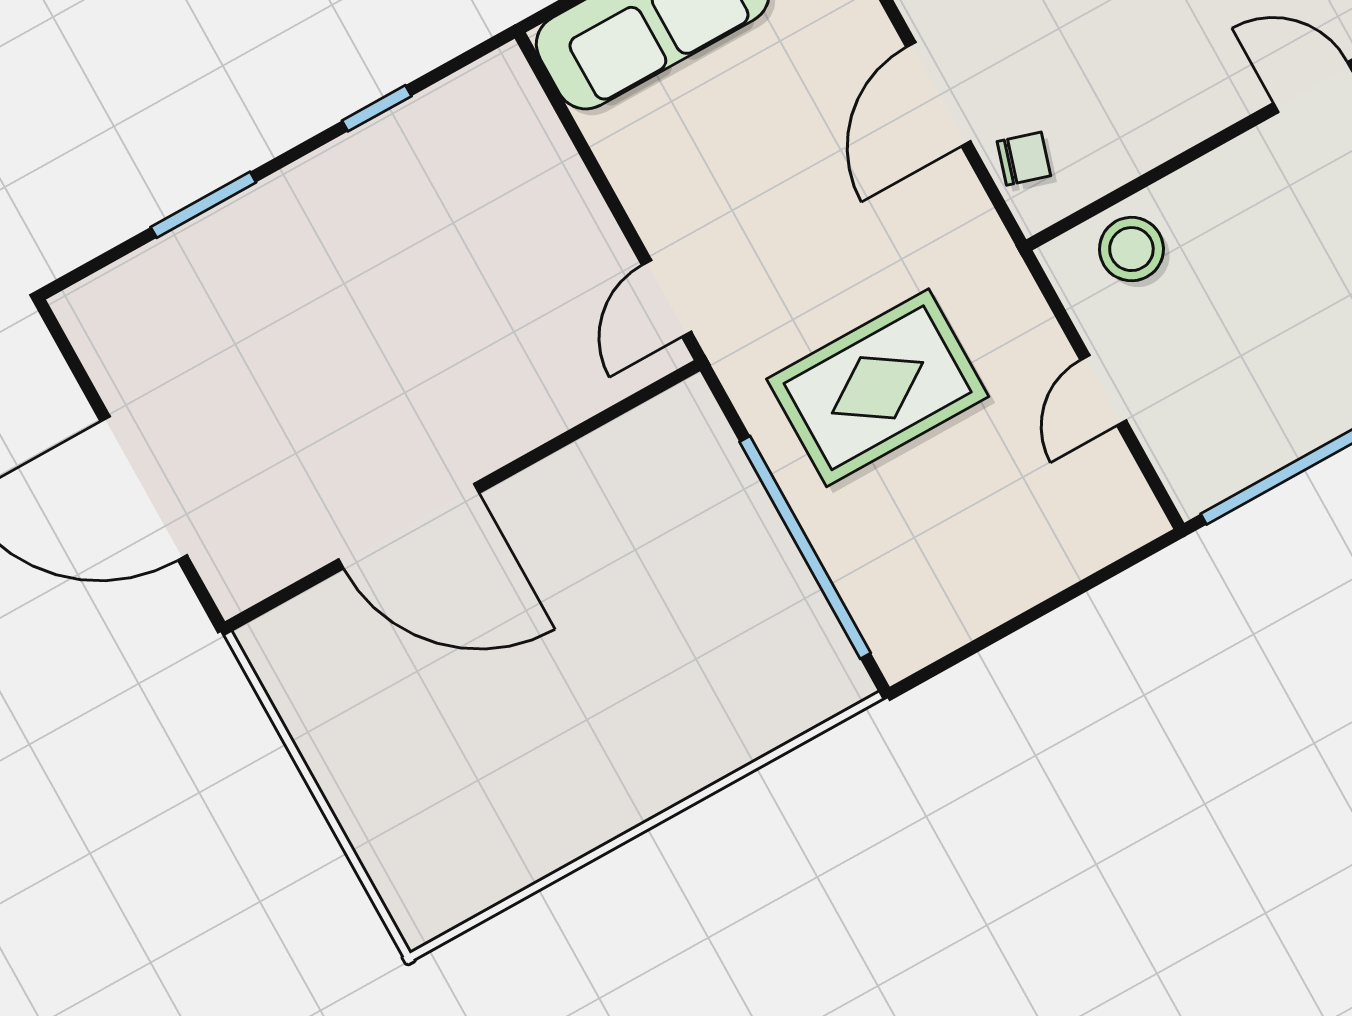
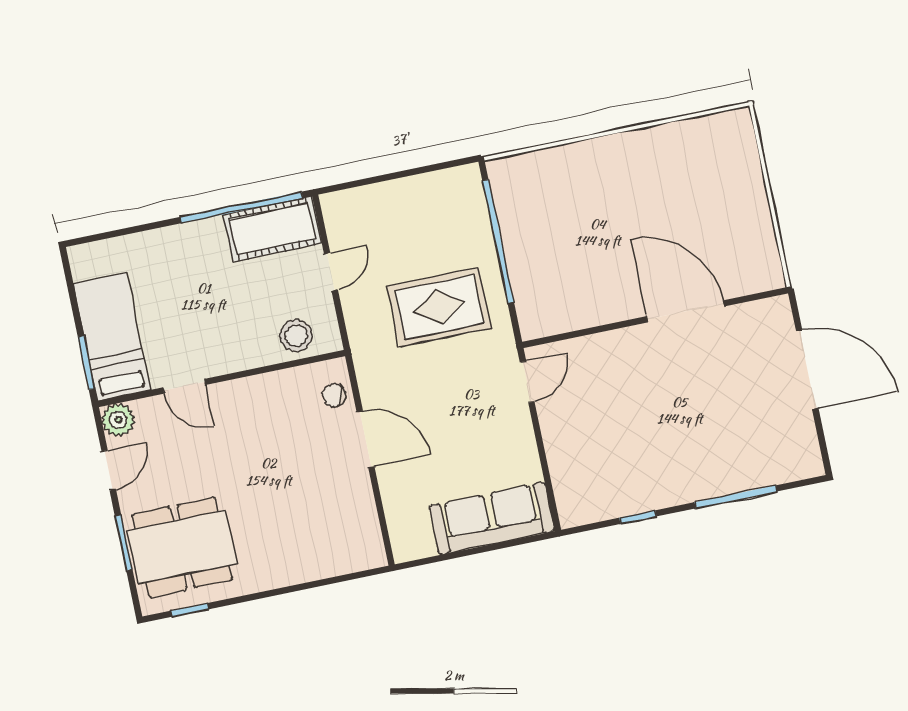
door: (938, 94) -> (366, 439), hinge flipped
window: (203, 205) -> (736, 497), width x1.44
cot: (1239, 437) -> (273, 229), added

